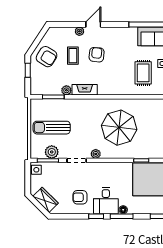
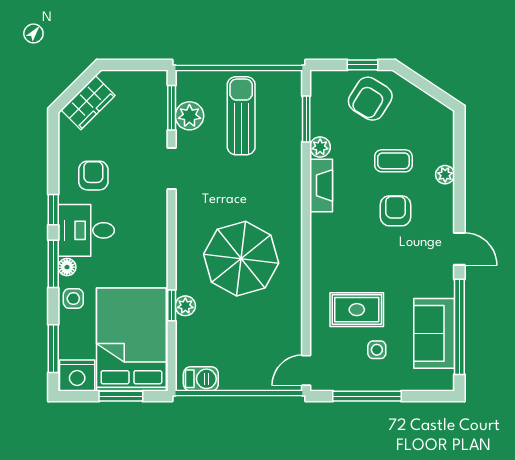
door: (93, 25) -> (459, 249), moved
armchair: (97, 55) -> (396, 211), turned -96
armchair: (47, 57) -> (370, 99), moved
plant: (96, 154) -> (185, 306), moved
side table: (36, 170) -> (73, 299), moved

